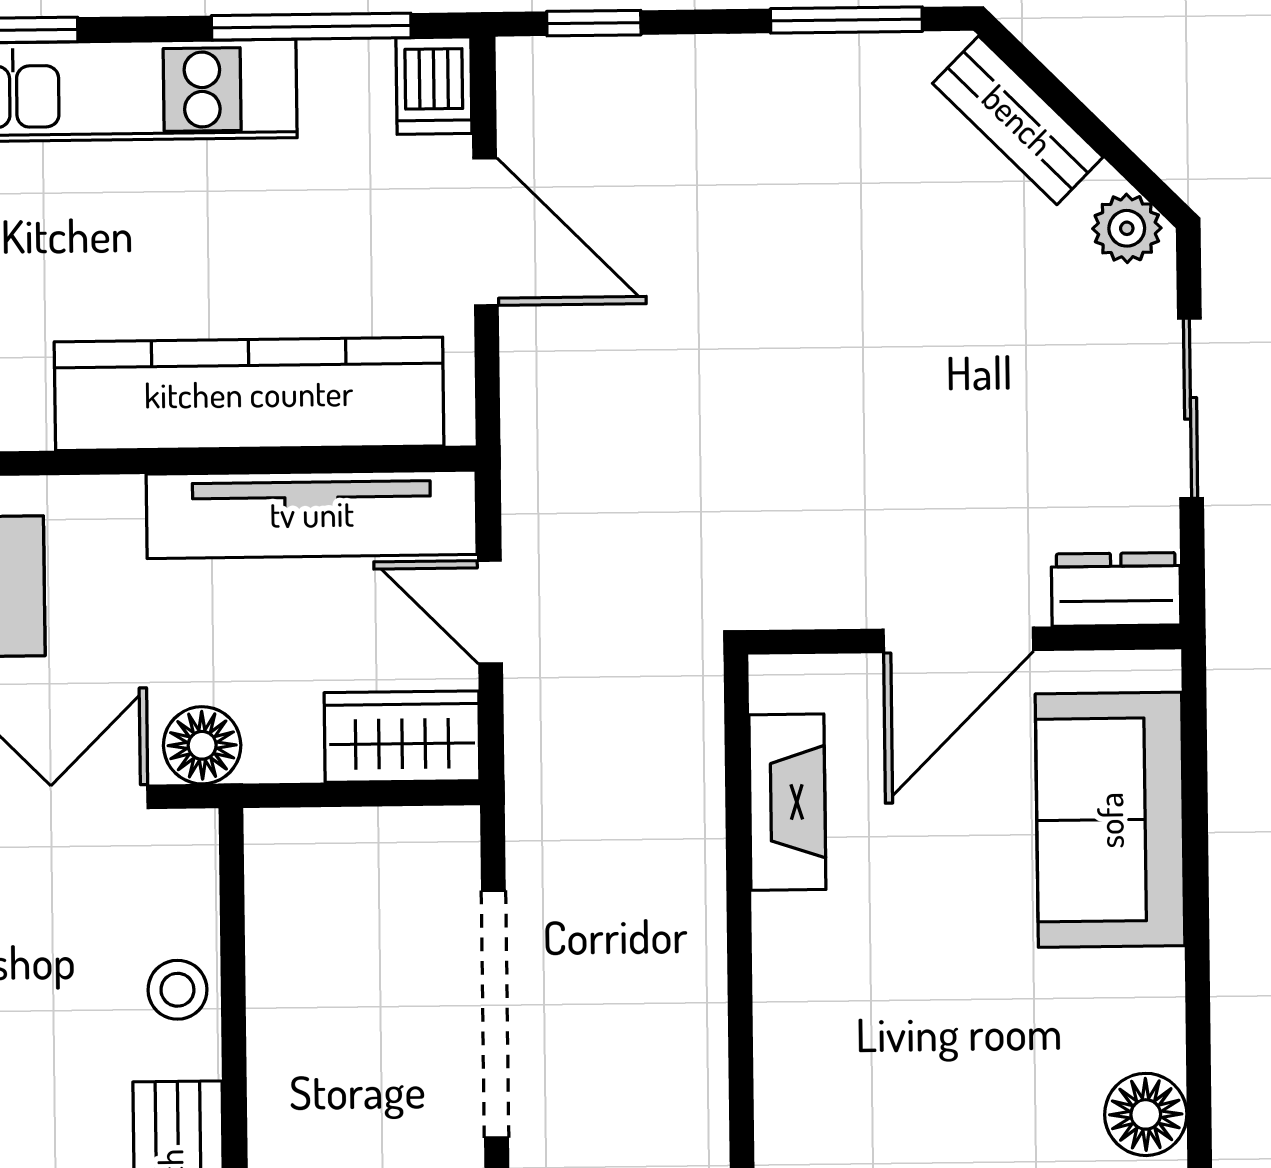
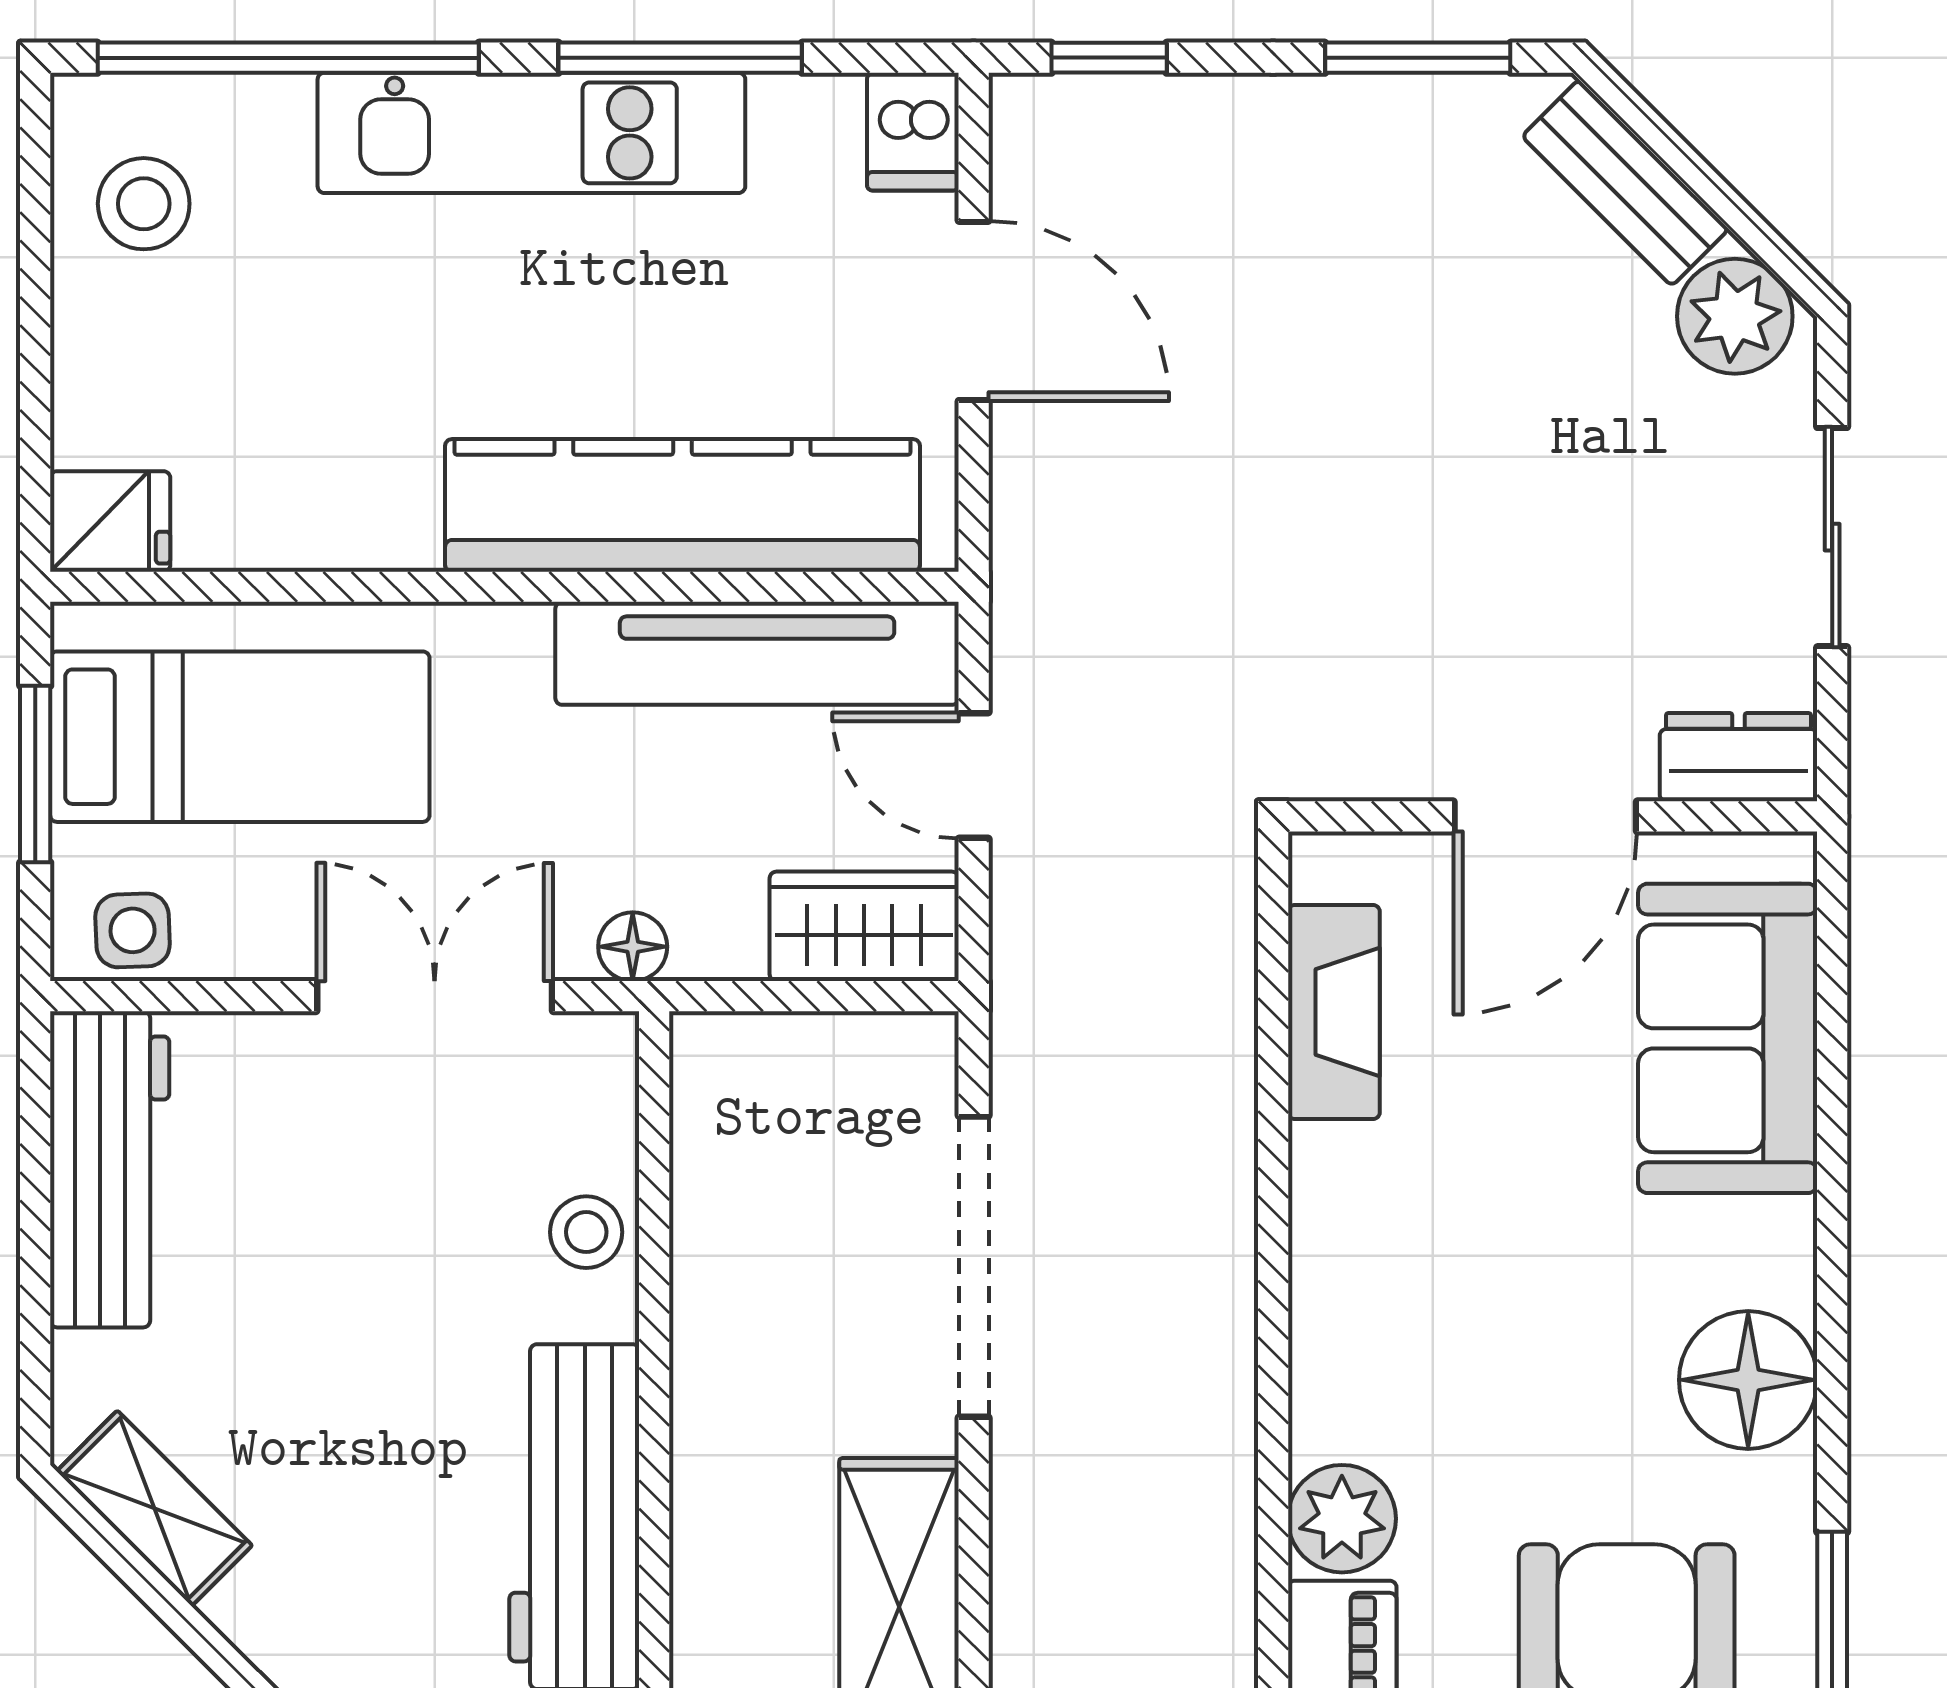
window: (311, 27) -> (680, 58), moved
plant: (1127, 228) -> (1735, 316), width x1.38, depth x1.38
floor lamp: (202, 745) -> (633, 947), width x0.73, depth x0.73
floor lamp: (1146, 1114) -> (1748, 1380), width x1.38, depth x1.38

